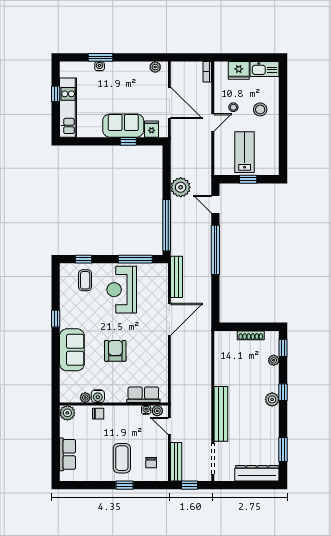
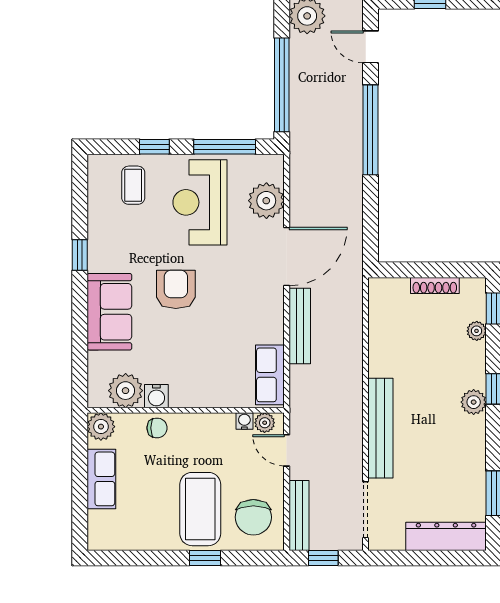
window: (84, 259) -> (154, 147), moved
bench: (177, 277) -> (300, 326), moved
plant: (158, 289) -> (266, 201), added
armchair: (115, 351) -> (176, 289), moved
row of seats: (143, 395) -> (270, 375), moved, turned -90
plant: (85, 398) -> (126, 391), width x1.87, depth x1.87
row of seats: (68, 454) -> (101, 479), moved
coffee table: (122, 458) -> (200, 509), width x1.36, depth x1.32
chair: (151, 463) -> (253, 517), width x1.87, depth x1.87

